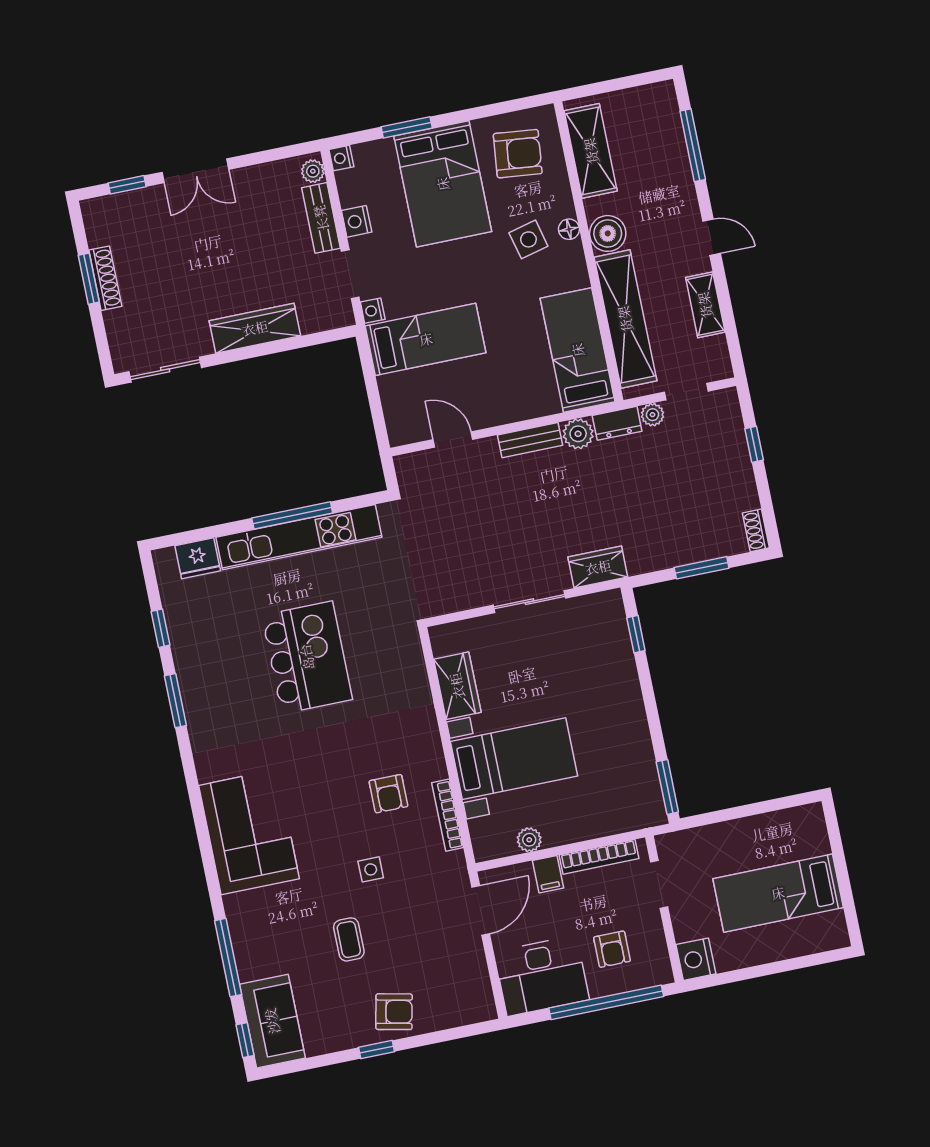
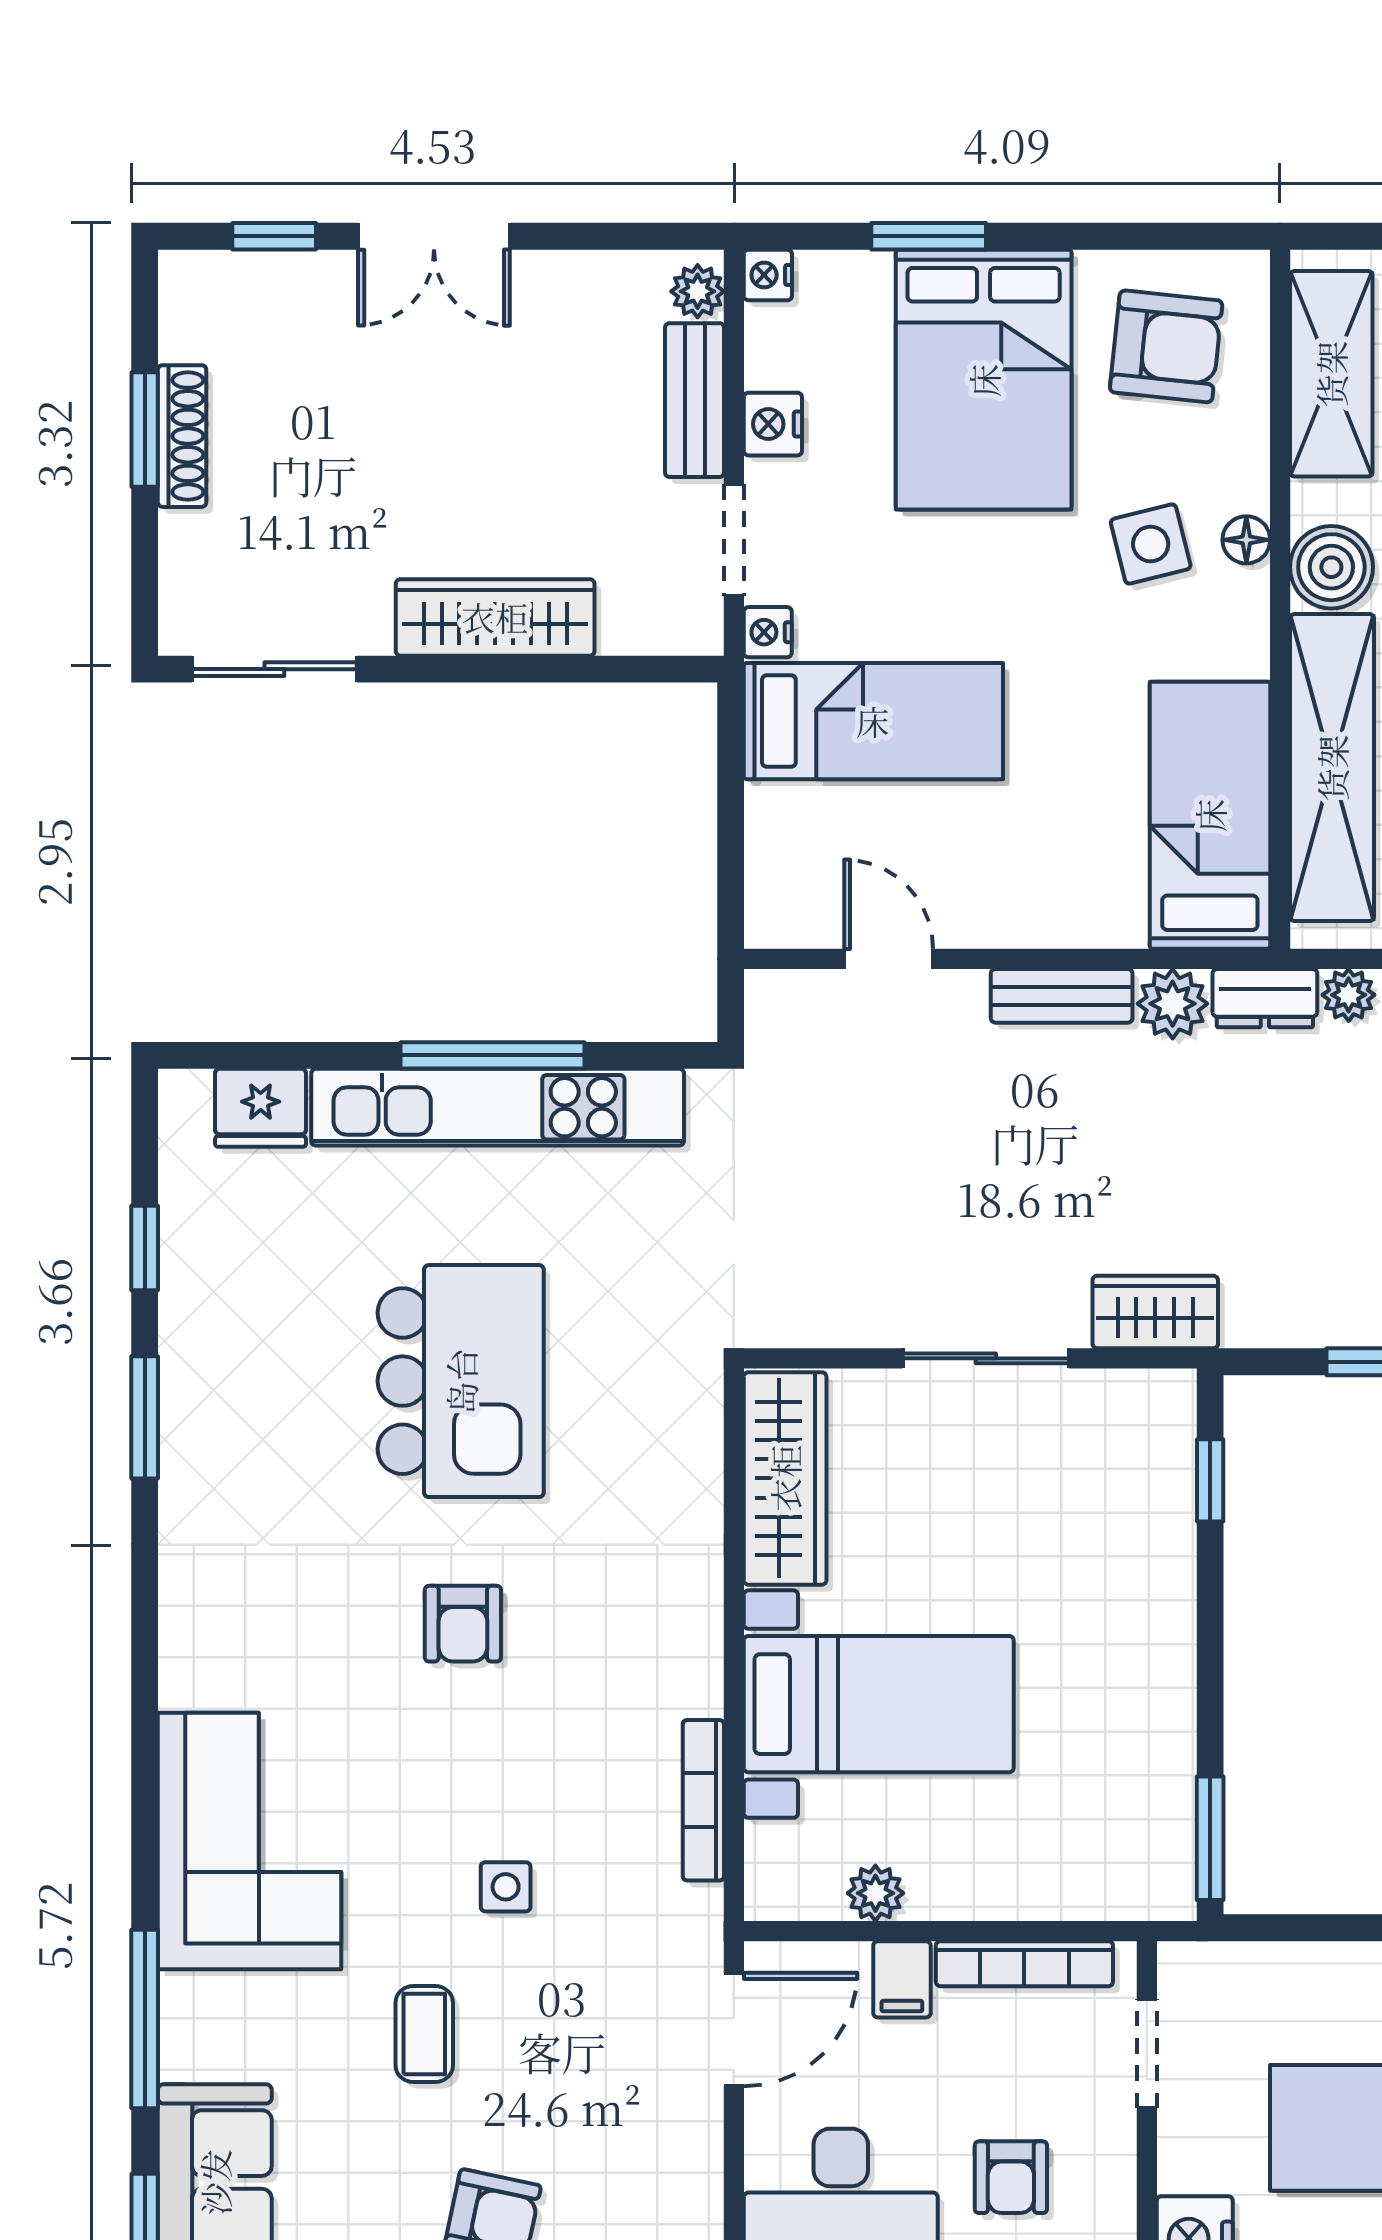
wardrobe: (457, 686) -> (785, 1478), width x1.50
armchair: (388, 794) -> (463, 1624), moved
corner sofa: (249, 832) -> (250, 1841), moved

